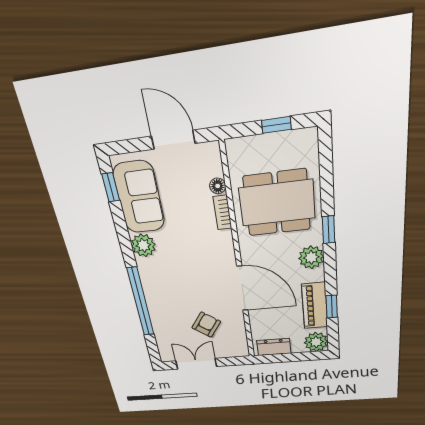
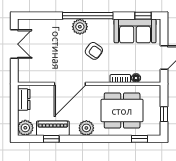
dining table: (277, 203) -> (122, 111), turned 90
window: (329, 230) -> (139, 139), moved
plant: (143, 245) -> (80, 27), moved
window: (141, 302) -> (88, 16), moved
armchair: (206, 325) -> (94, 51), moved

